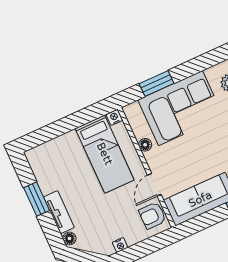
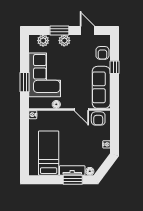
bed: (105, 154) -> (49, 153), moved, turned -90
window: (37, 199) -> (73, 180), moved

